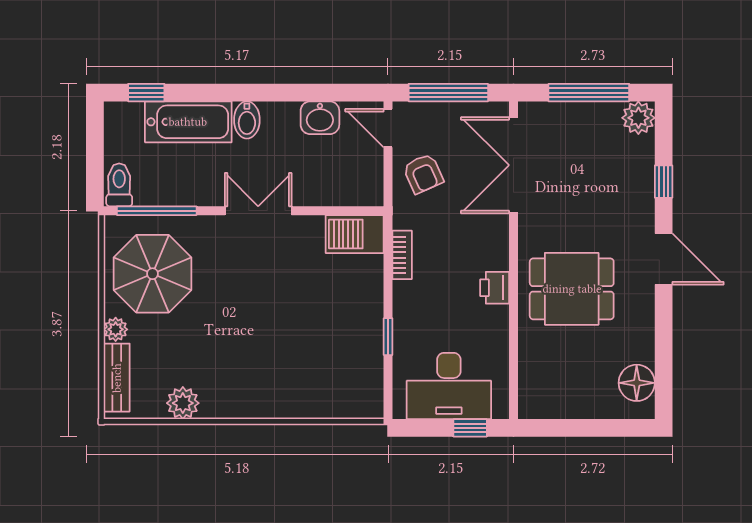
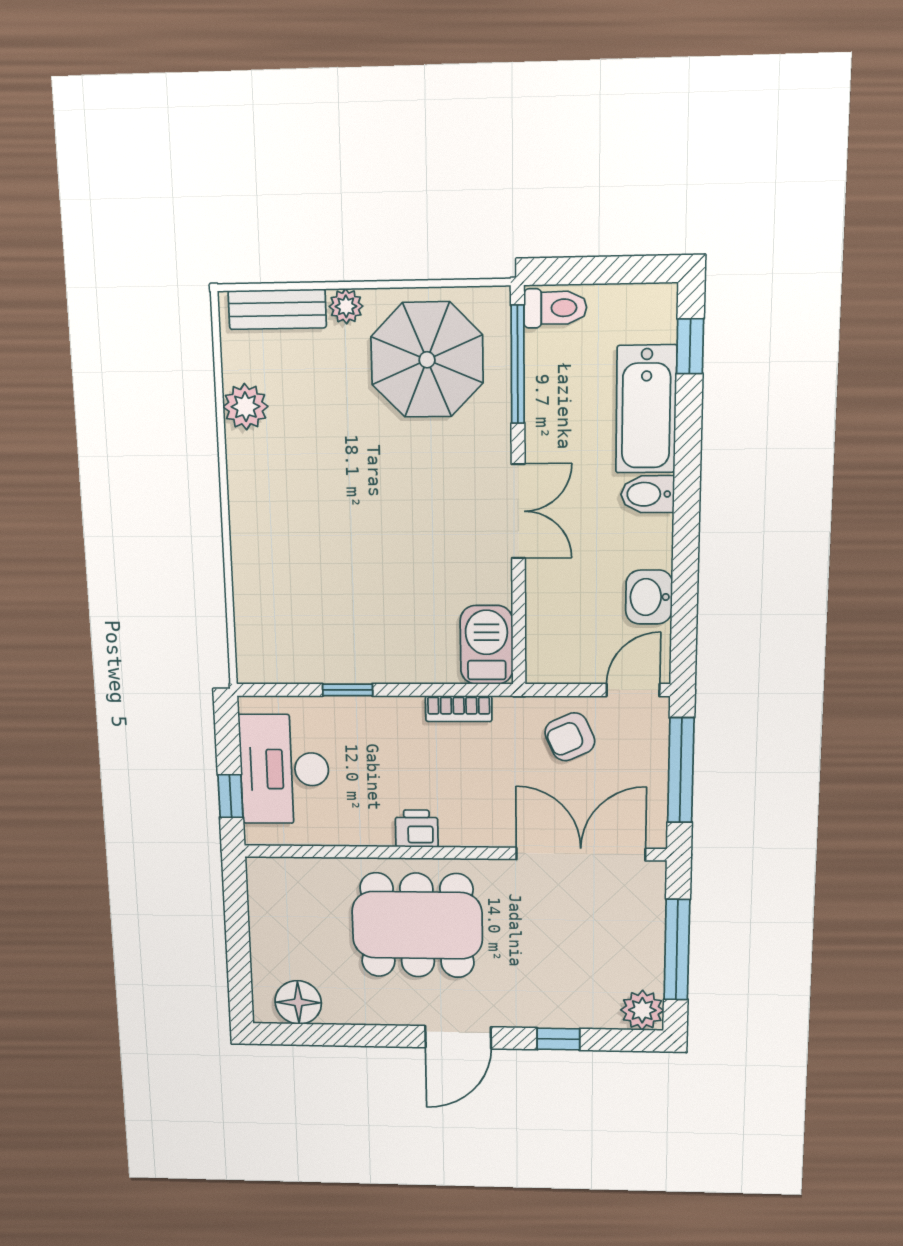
dining table: (572, 289) -> (417, 925), width x1.38

